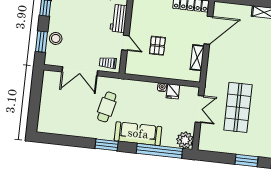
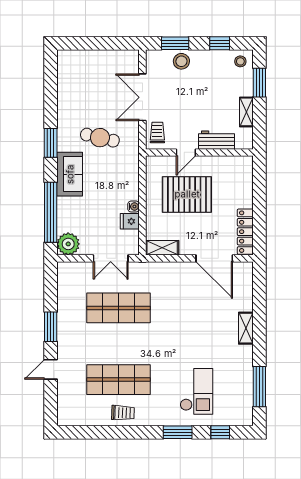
pallet: (157, 46) -> (187, 194), width x2.05, depth x2.00
shelving: (197, 58) -> (162, 248), moved
sofa: (138, 134) -> (70, 174), width x0.73

